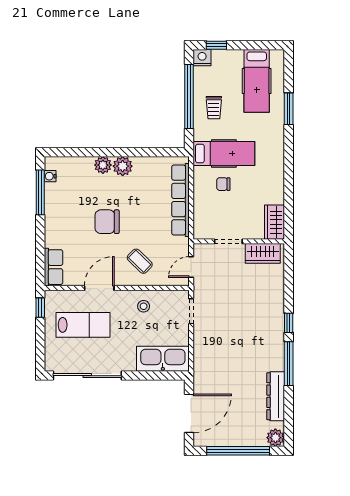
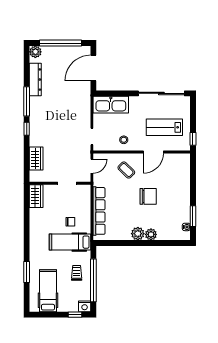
window: (40, 192) -> (193, 216), width x0.69
wardrobe: (263, 253) -> (36, 159), moved, turned 90
row of seats: (54, 267) -> (184, 166), removed

